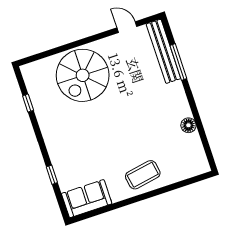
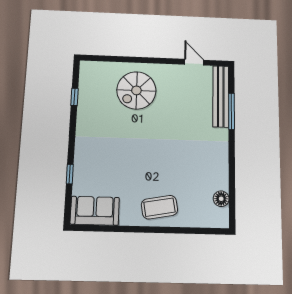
spiral stairs: (83, 75) -> (136, 90), width x0.73, depth x0.73
floor lamp: (188, 125) -> (221, 199), moved

